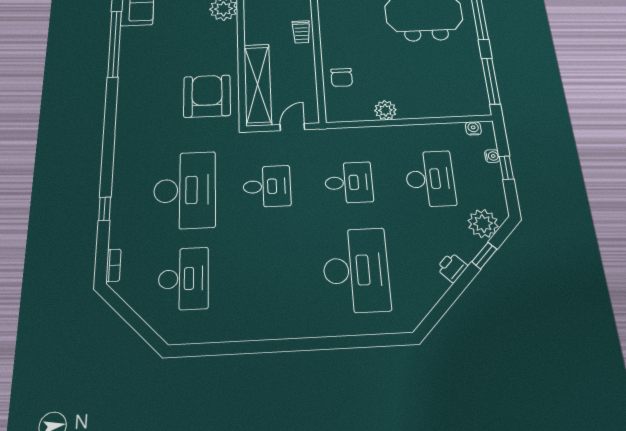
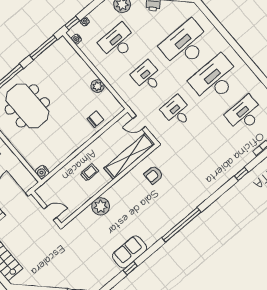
trolley: (301, 32) -> (89, 172), moved
window: (115, 44) -> (181, 225), moved
armchair: (207, 96) -> (154, 175), width x0.53, depth x0.53
window: (506, 168) -> (72, 23), moved
desk: (185, 190) -> (215, 79), moved

